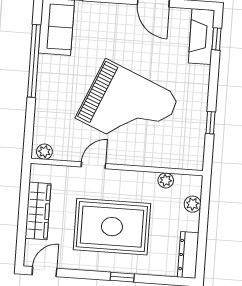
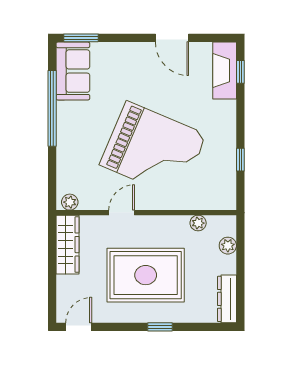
wardrobe: (38, 211) -> (67, 245), moved

